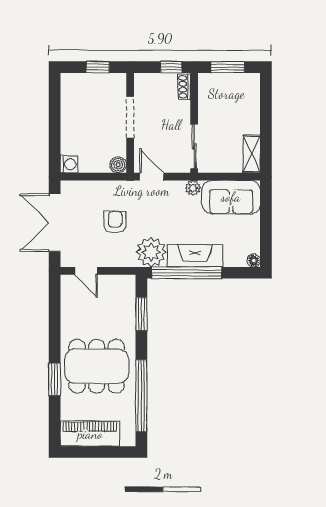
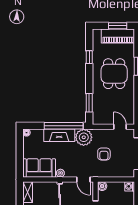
dining table: (97, 366) -> (114, 74), width x0.73
window: (141, 396) -> (89, 57), width x0.32
window: (90, 452) -> (118, 26), added

